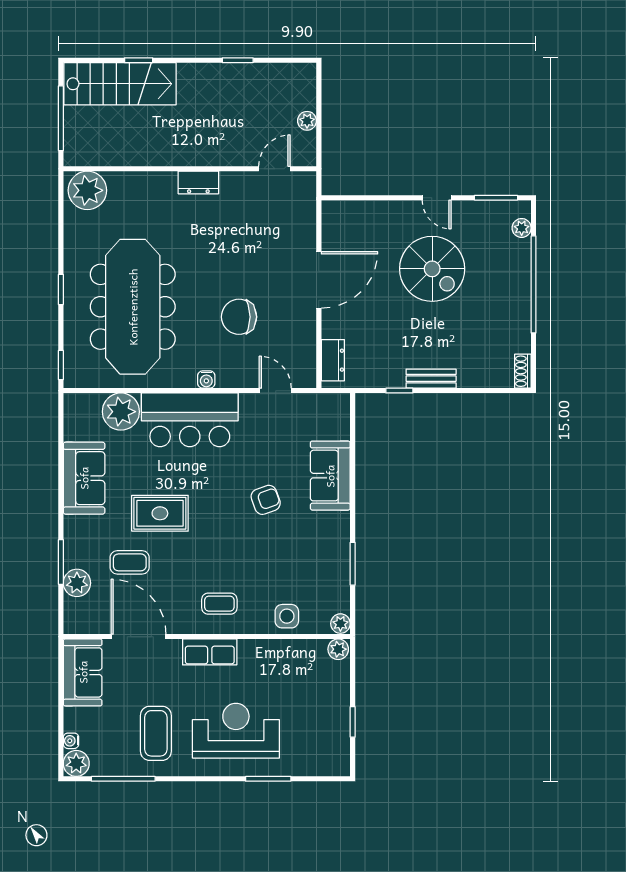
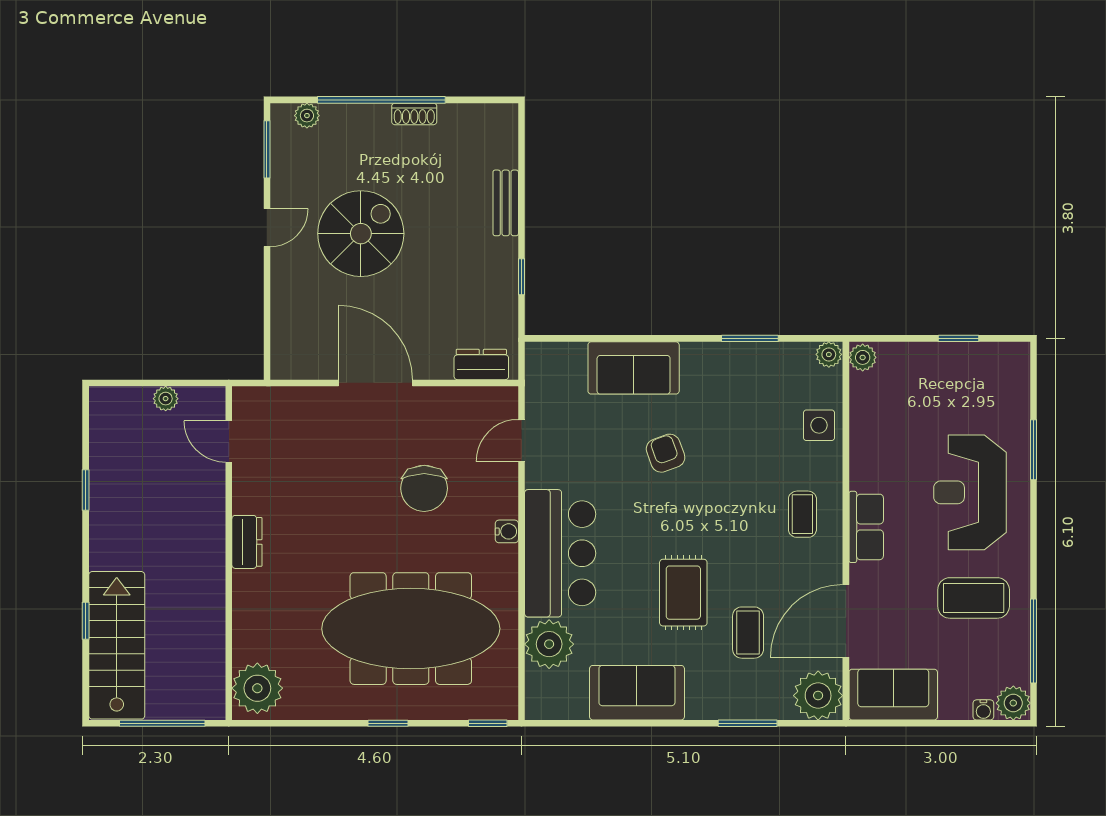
shoe rack: (523, 371) -> (414, 114), moved
bench: (431, 379) -> (506, 203), moved
plant: (77, 583) -> (818, 696), moved, width x1.36, depth x1.36

